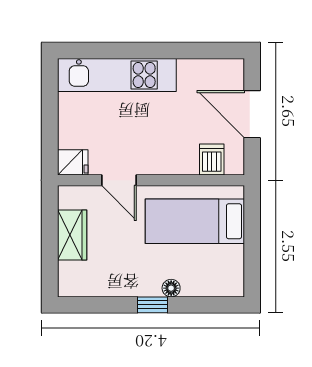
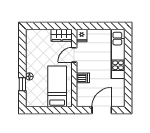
dishwasher: (212, 159) -> (83, 78), moved
wardrobe: (72, 235) -> (62, 35), moved
window: (153, 305) -> (22, 84), moved

